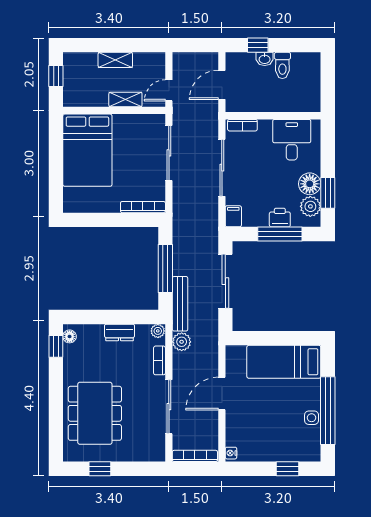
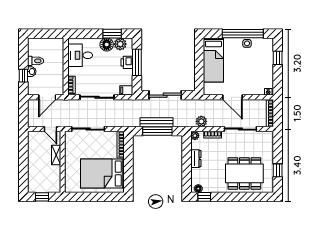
shelving: (115, 60) -> (32, 161), removed
door: (222, 85) -> (47, 97), hinge flipped
bed: (87, 150) -> (102, 174), moved, turned 180
bench: (180, 304) -> (157, 122), moved

